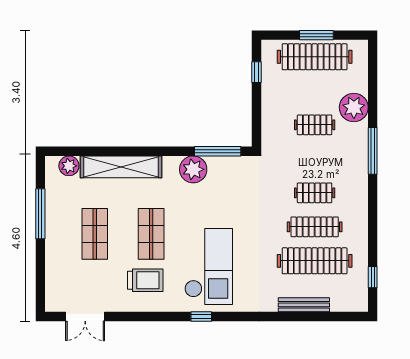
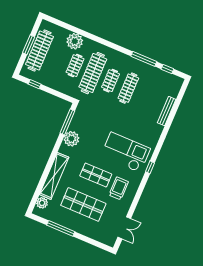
window: (373, 151) -> (144, 59), moved
shop shelf: (95, 234) -> (83, 204), width x1.43, depth x1.36
clothes rail: (315, 261) -> (93, 73), moved

